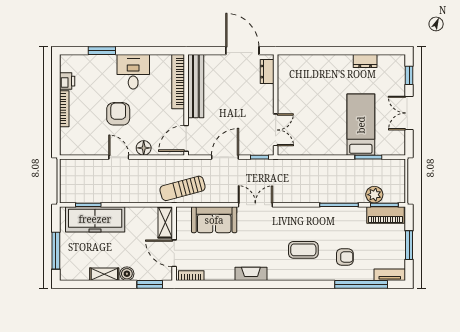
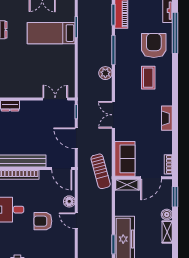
door: (119, 157) -> (76, 221), hinge flipped
plant: (374, 195) -> (105, 73), moved
sofa: (214, 220) -> (125, 159), moved
armchair: (345, 257) -> (154, 45), width x1.88, depth x1.88

